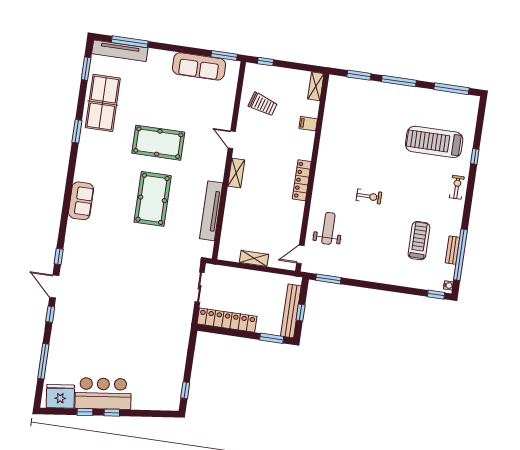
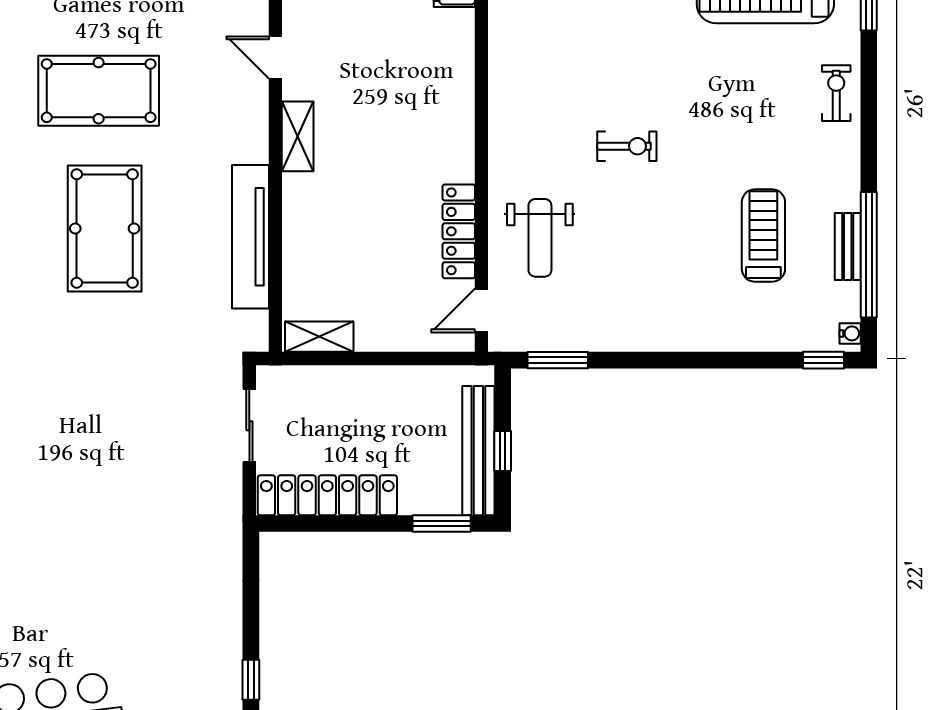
locker: (302, 180) -> (459, 231), moved
weight bench: (328, 228) -> (540, 238), turned 180
shelving: (254, 258) -> (319, 337), moved

